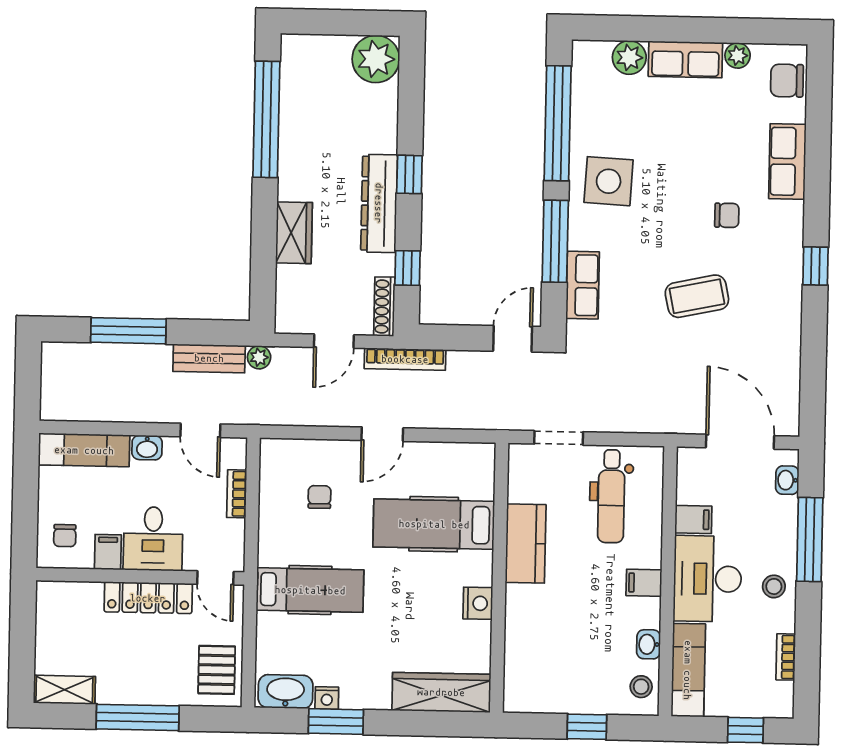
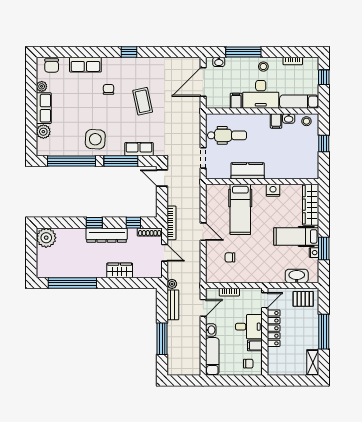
filing cabinet: (644, 583) -> (276, 121), moved
hospital bed: (310, 590) -> (296, 236), moved, turned -90
washbasin: (285, 692) -> (297, 276), moved, turned 90

